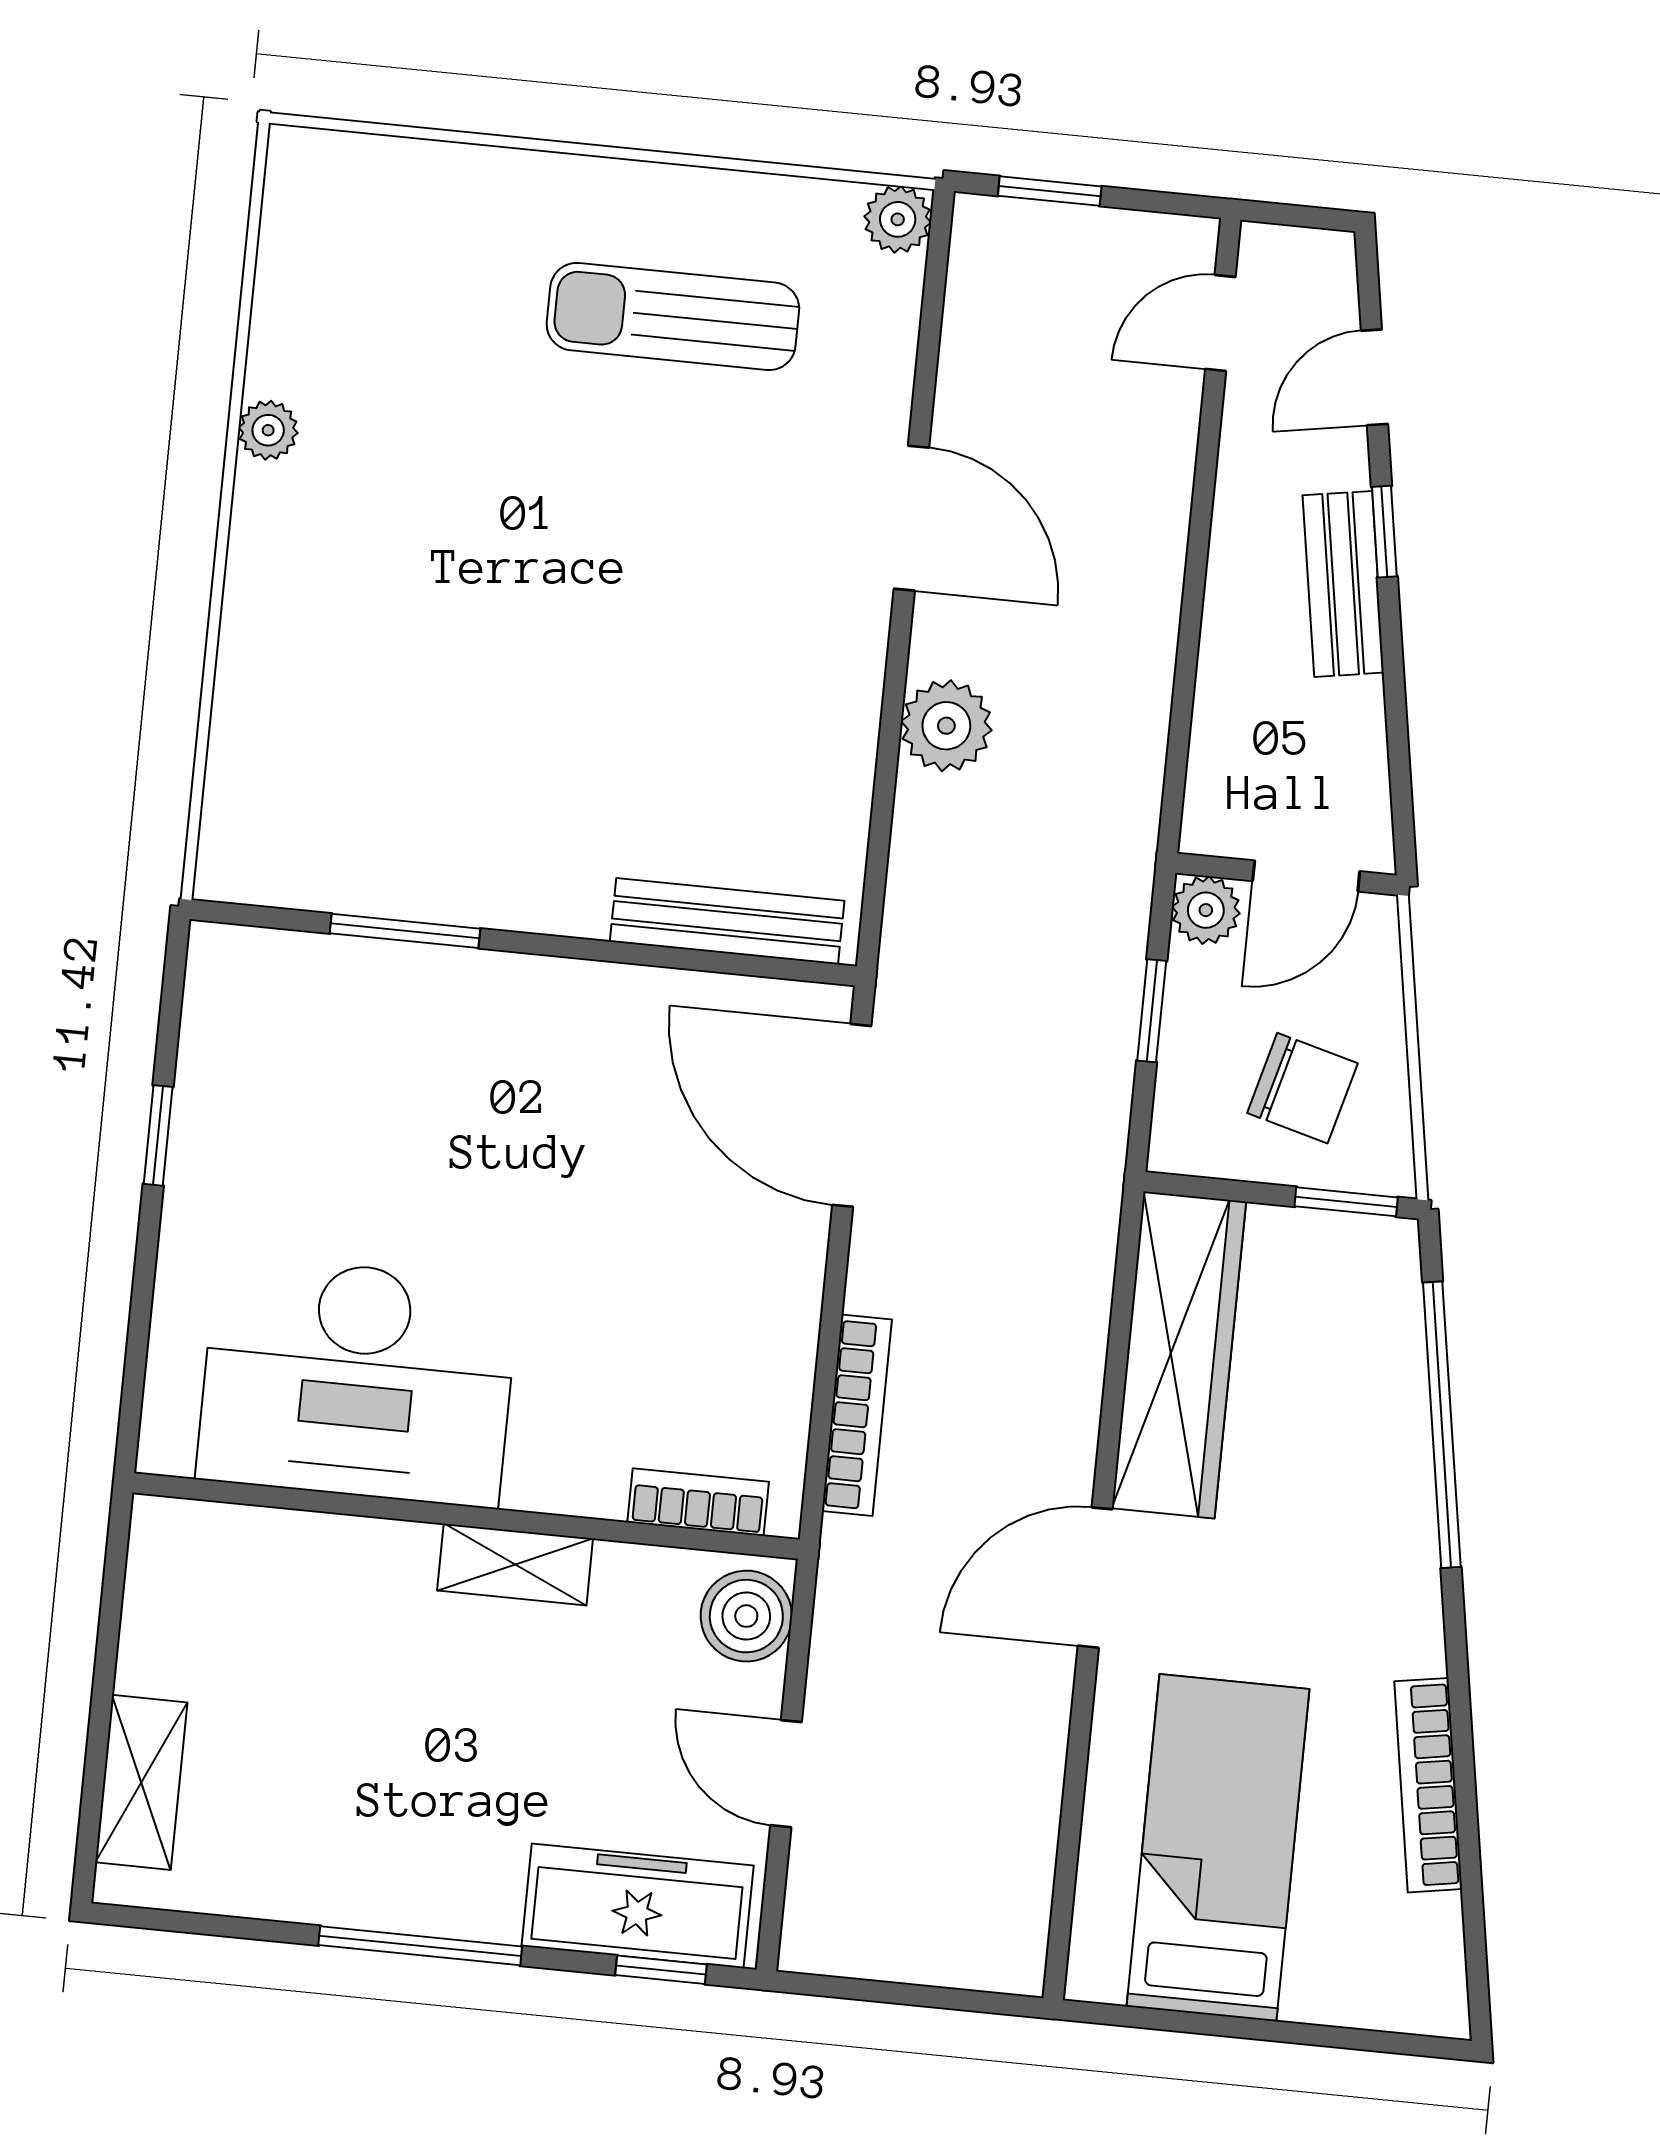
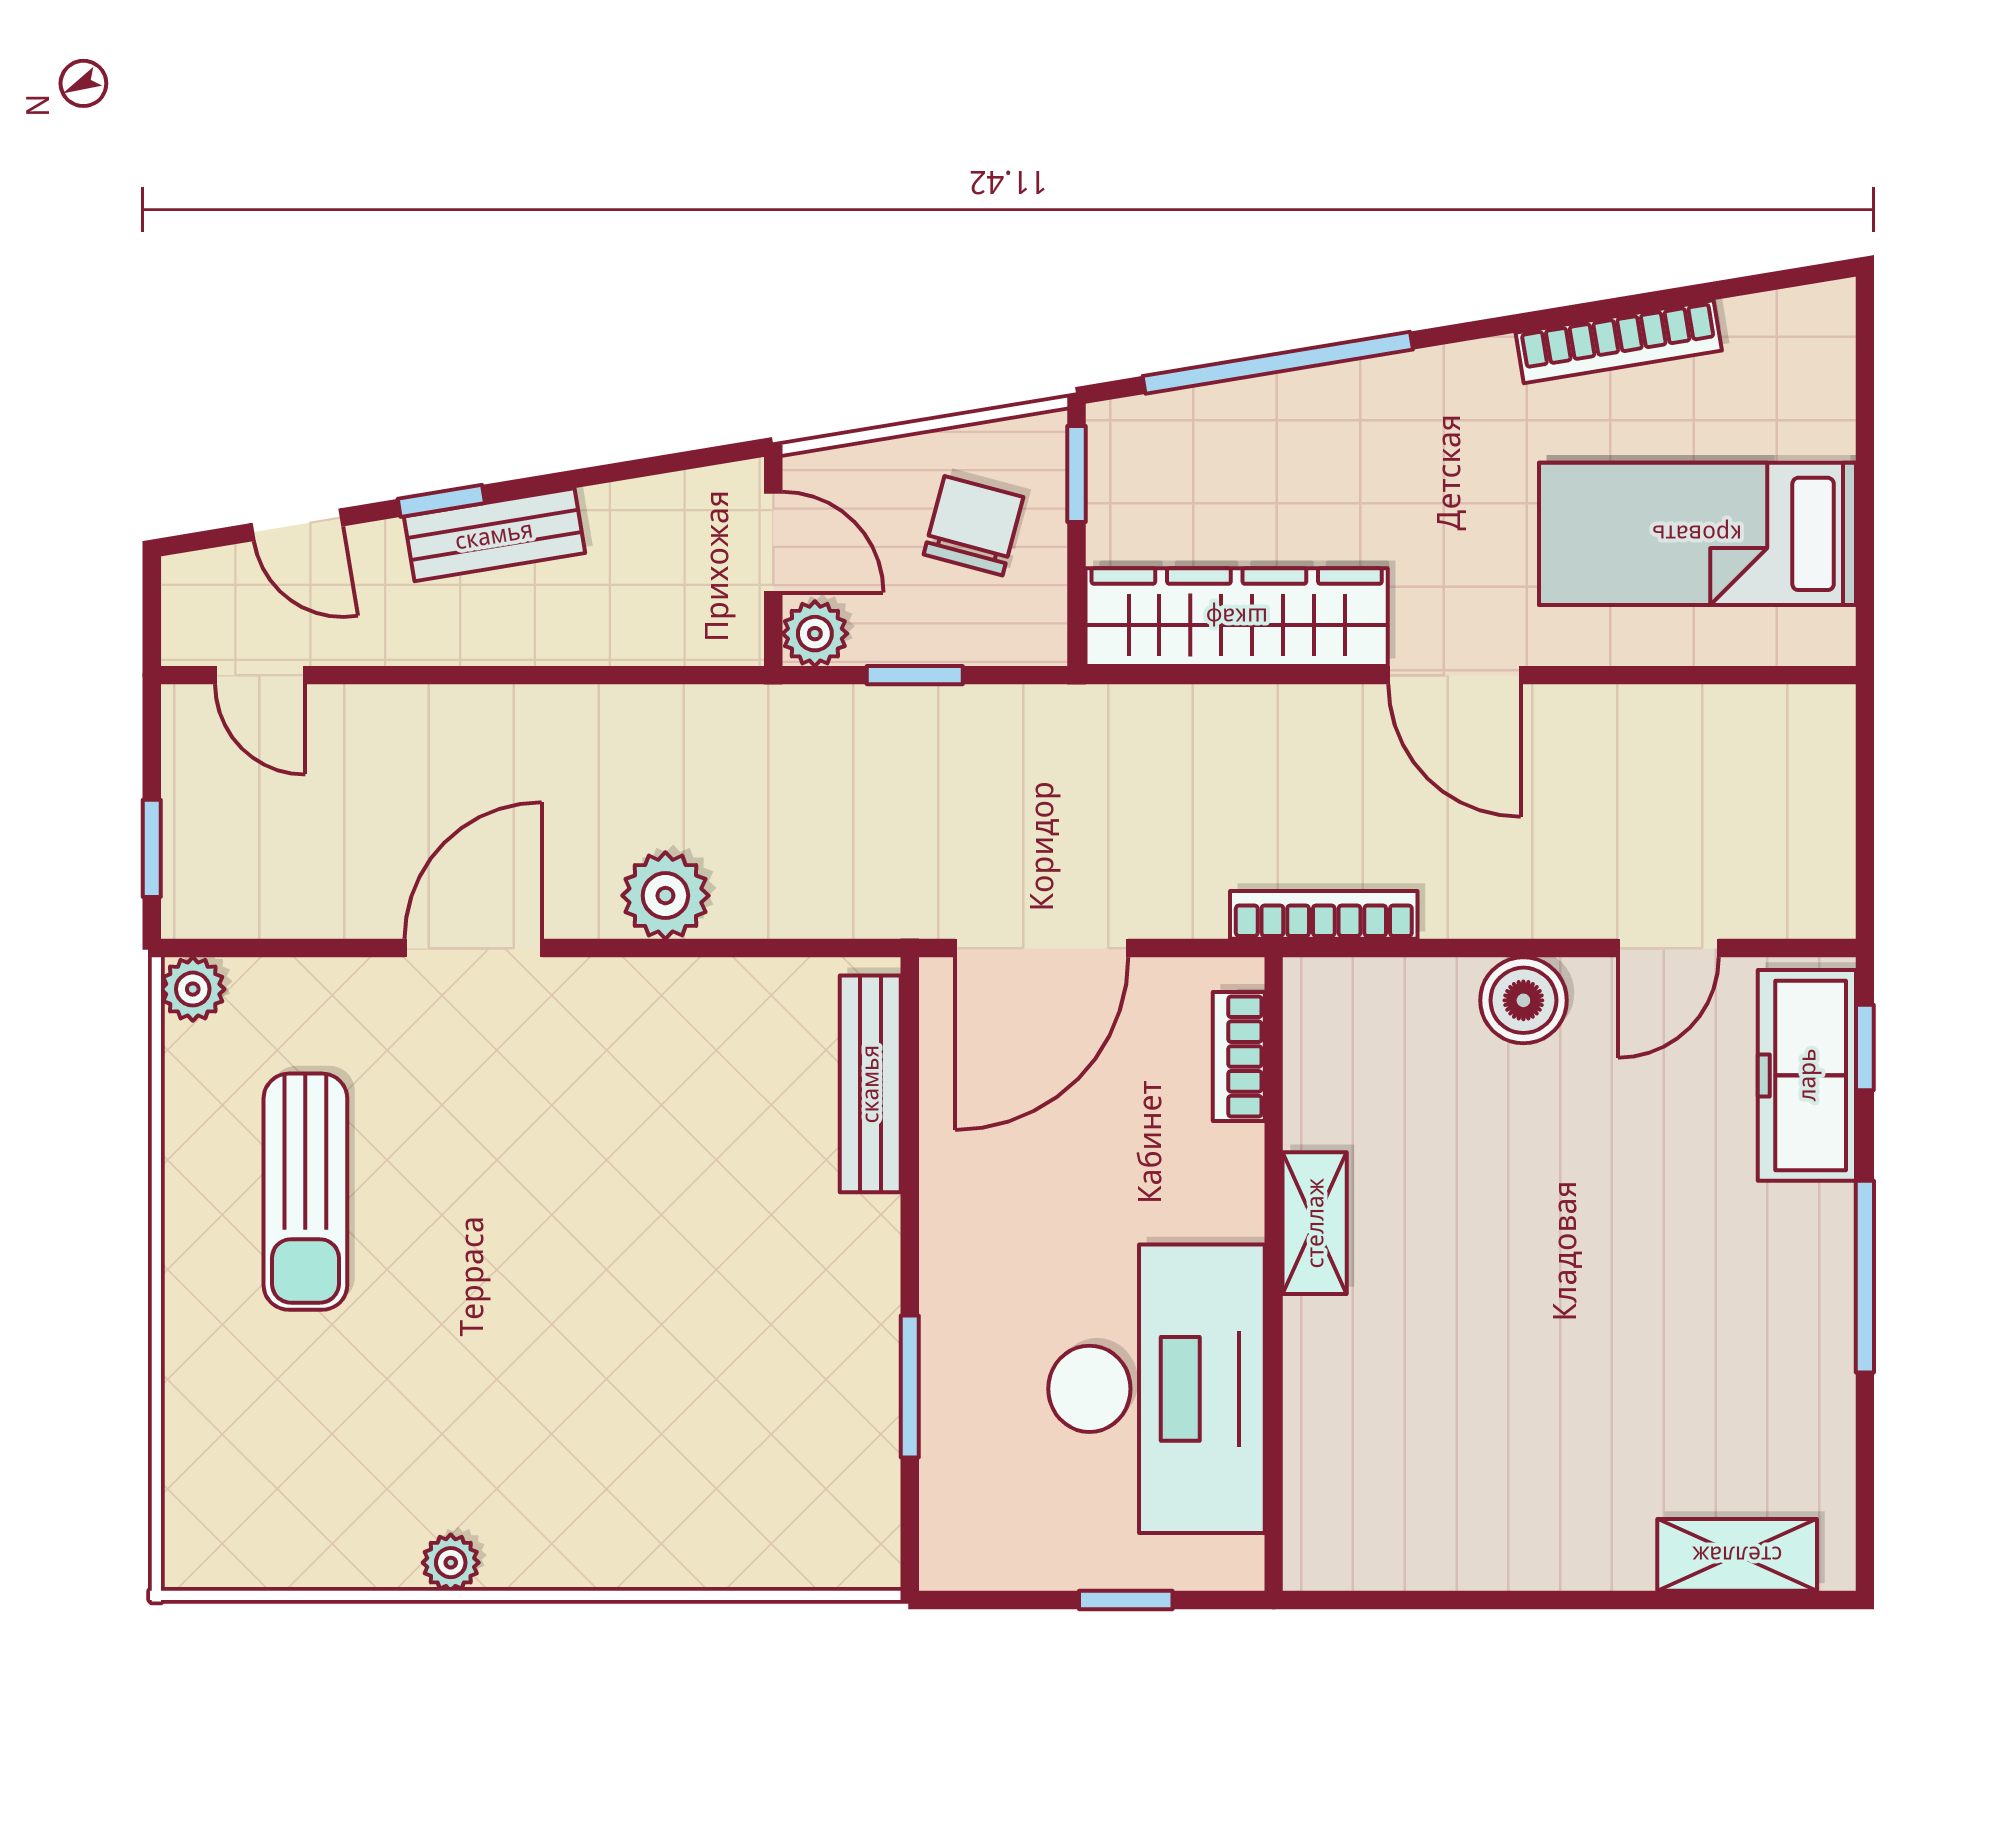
desk: (358, 1381) -> (1156, 1389), moved
bookcase: (698, 1502) -> (1239, 1056), moved
wall: (466, 1516) -> (1274, 1274), moved
shelving: (515, 1564) -> (1315, 1223), moved

